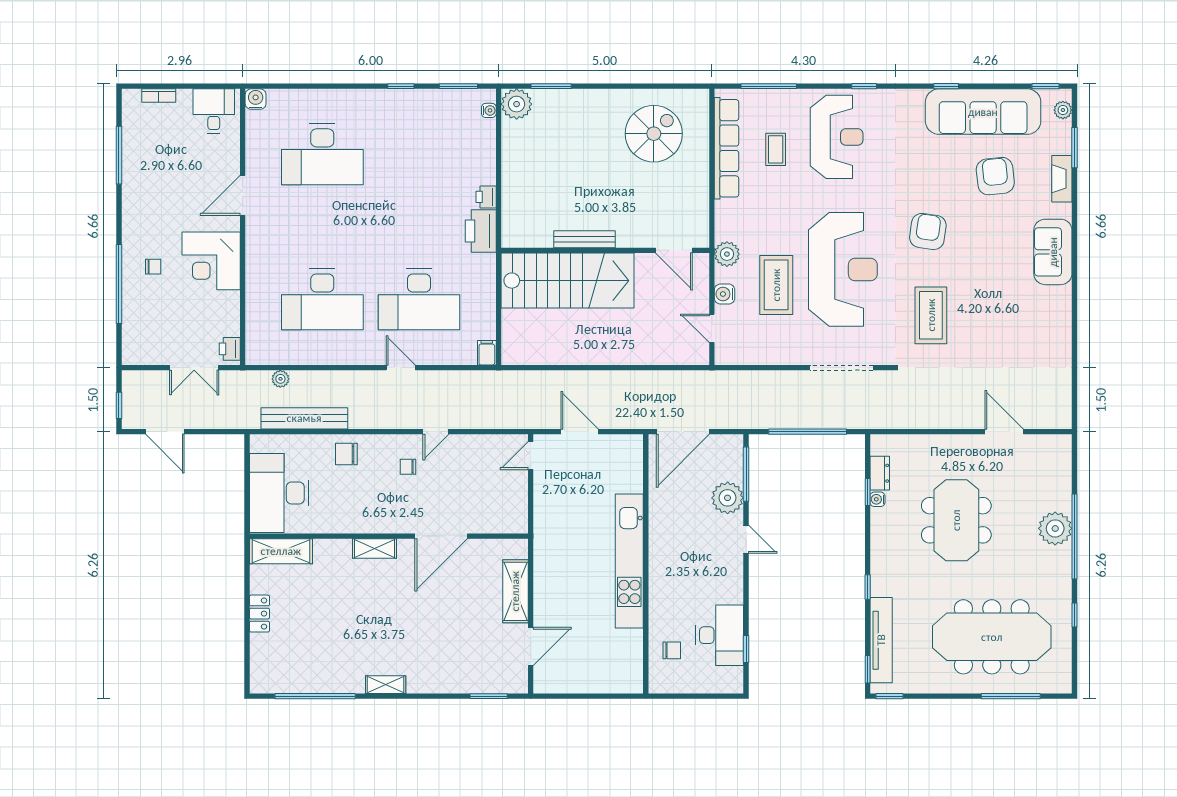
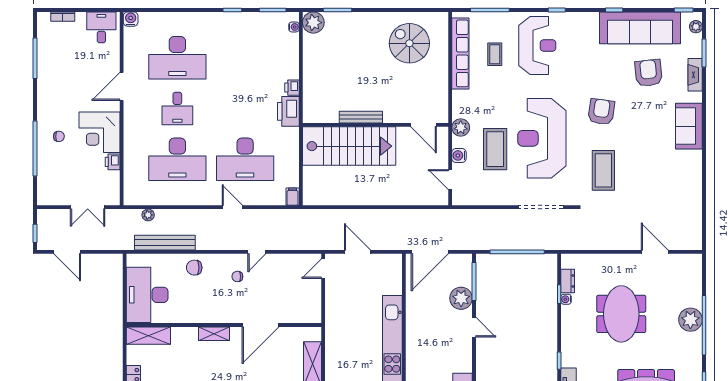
spiral stairs: (654, 134) -> (409, 43), turned -90
desk: (322, 227) -> (177, 109), added
reception desk: (843, 269) -> (542, 138), turned 180
printer: (230, 349) -> (113, 162), moved

